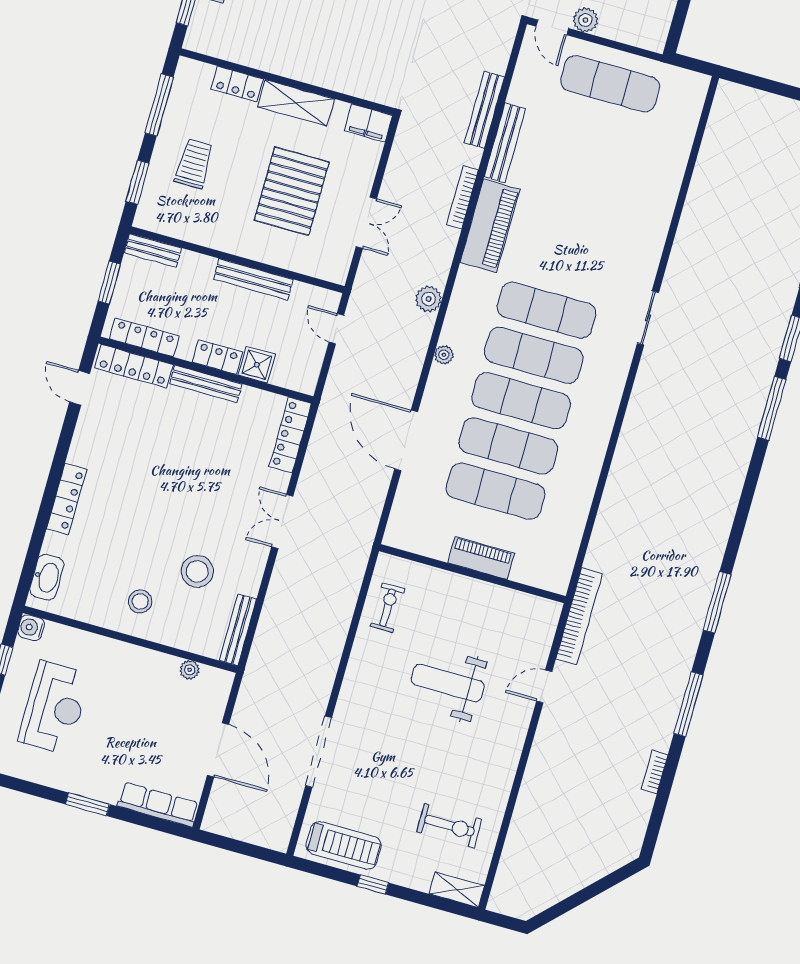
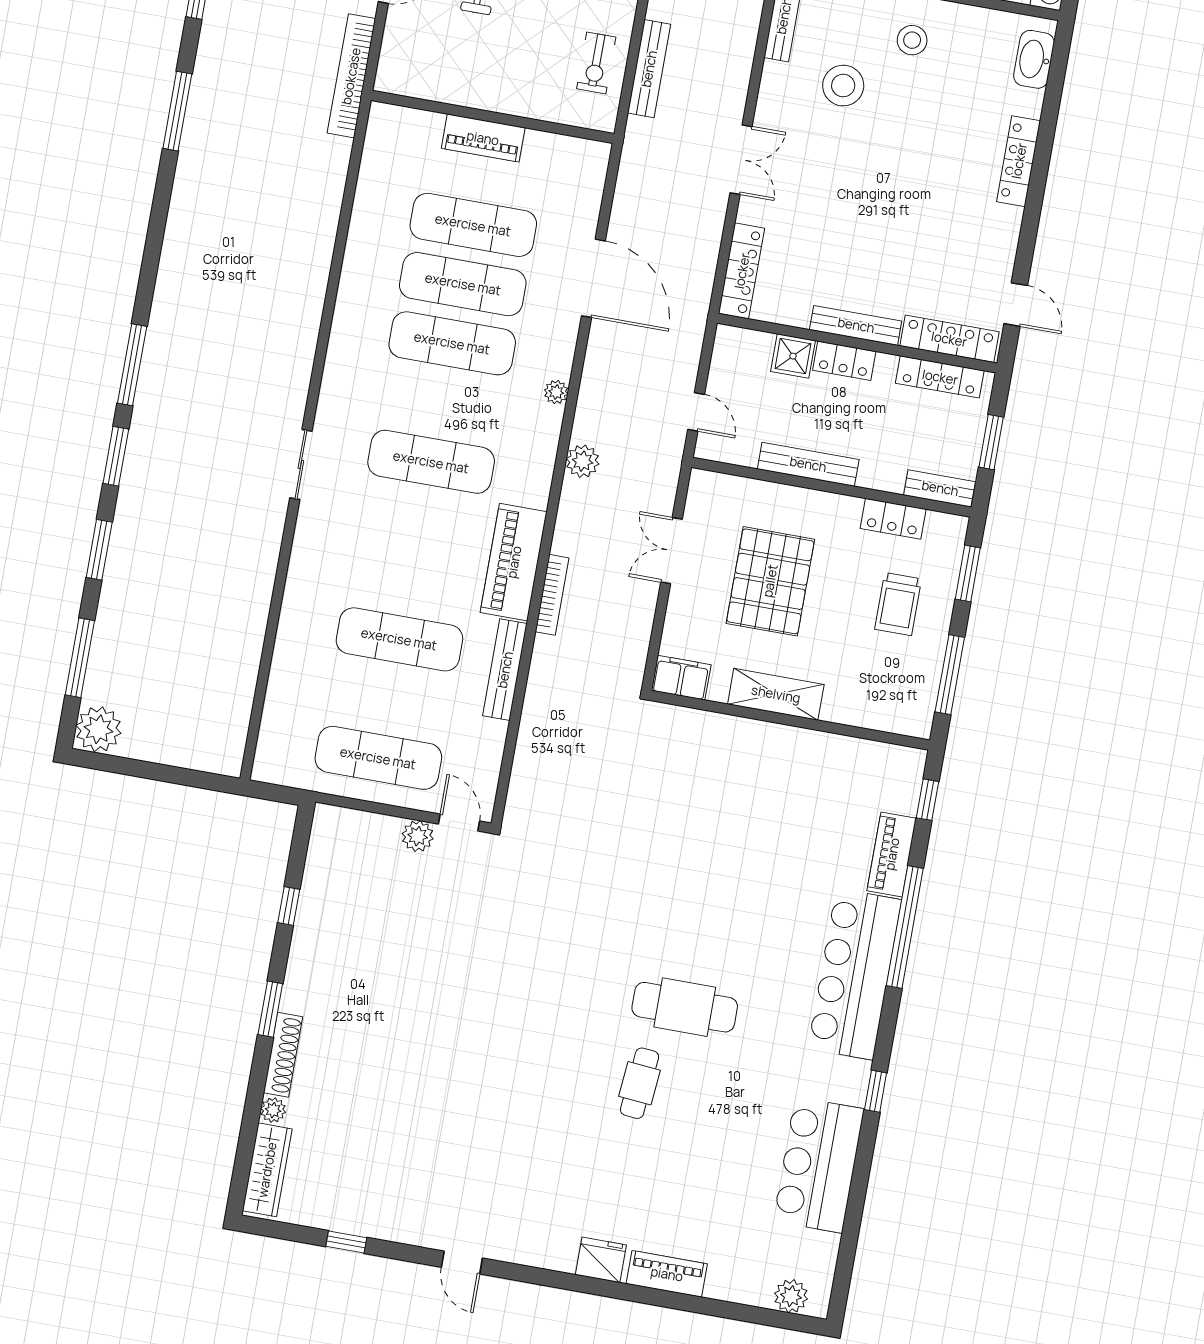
locker: (237, 84) -> (893, 519), moved, turned 180
bench: (484, 110) -> (649, 69), moved
exercise mat: (534, 355) -> (399, 639), moved

